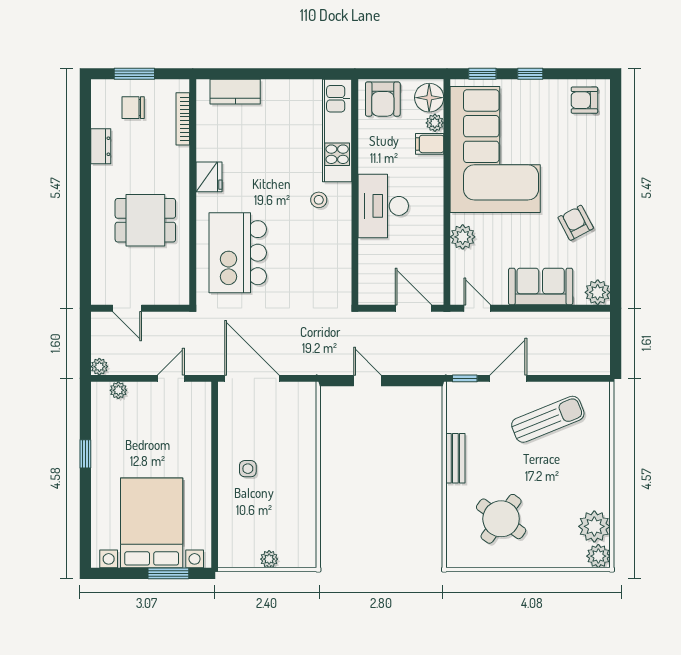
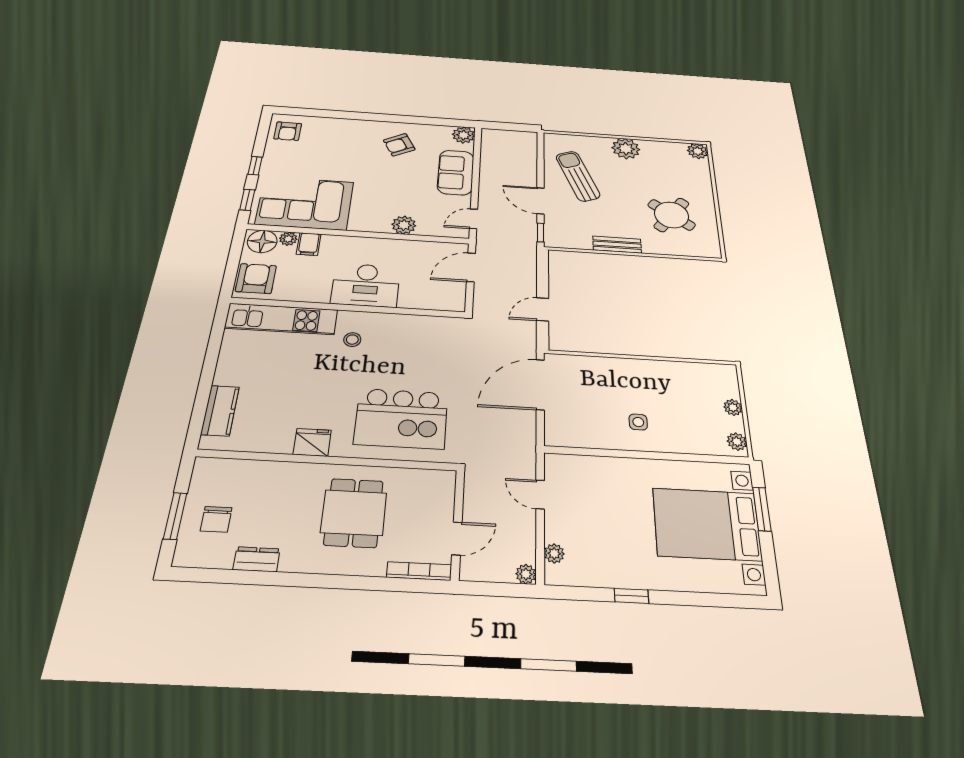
armchair: (383, 99) -> (256, 279), turned -90
bookcase: (183, 119) -> (419, 571), moved, turned 180
corner sofa: (495, 150) -> (305, 203), width x0.73, depth x0.74
door: (252, 378) -> (540, 385), moved
plant: (594, 526) -> (626, 149), moved
plant: (233, 559) -> (737, 442), added

